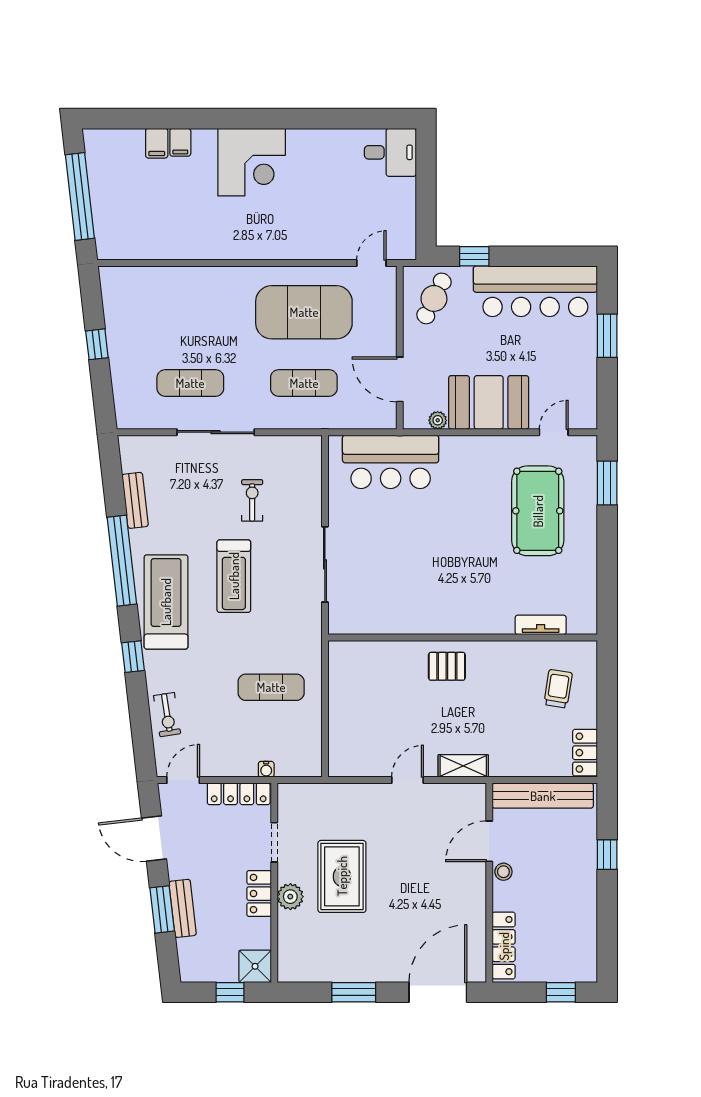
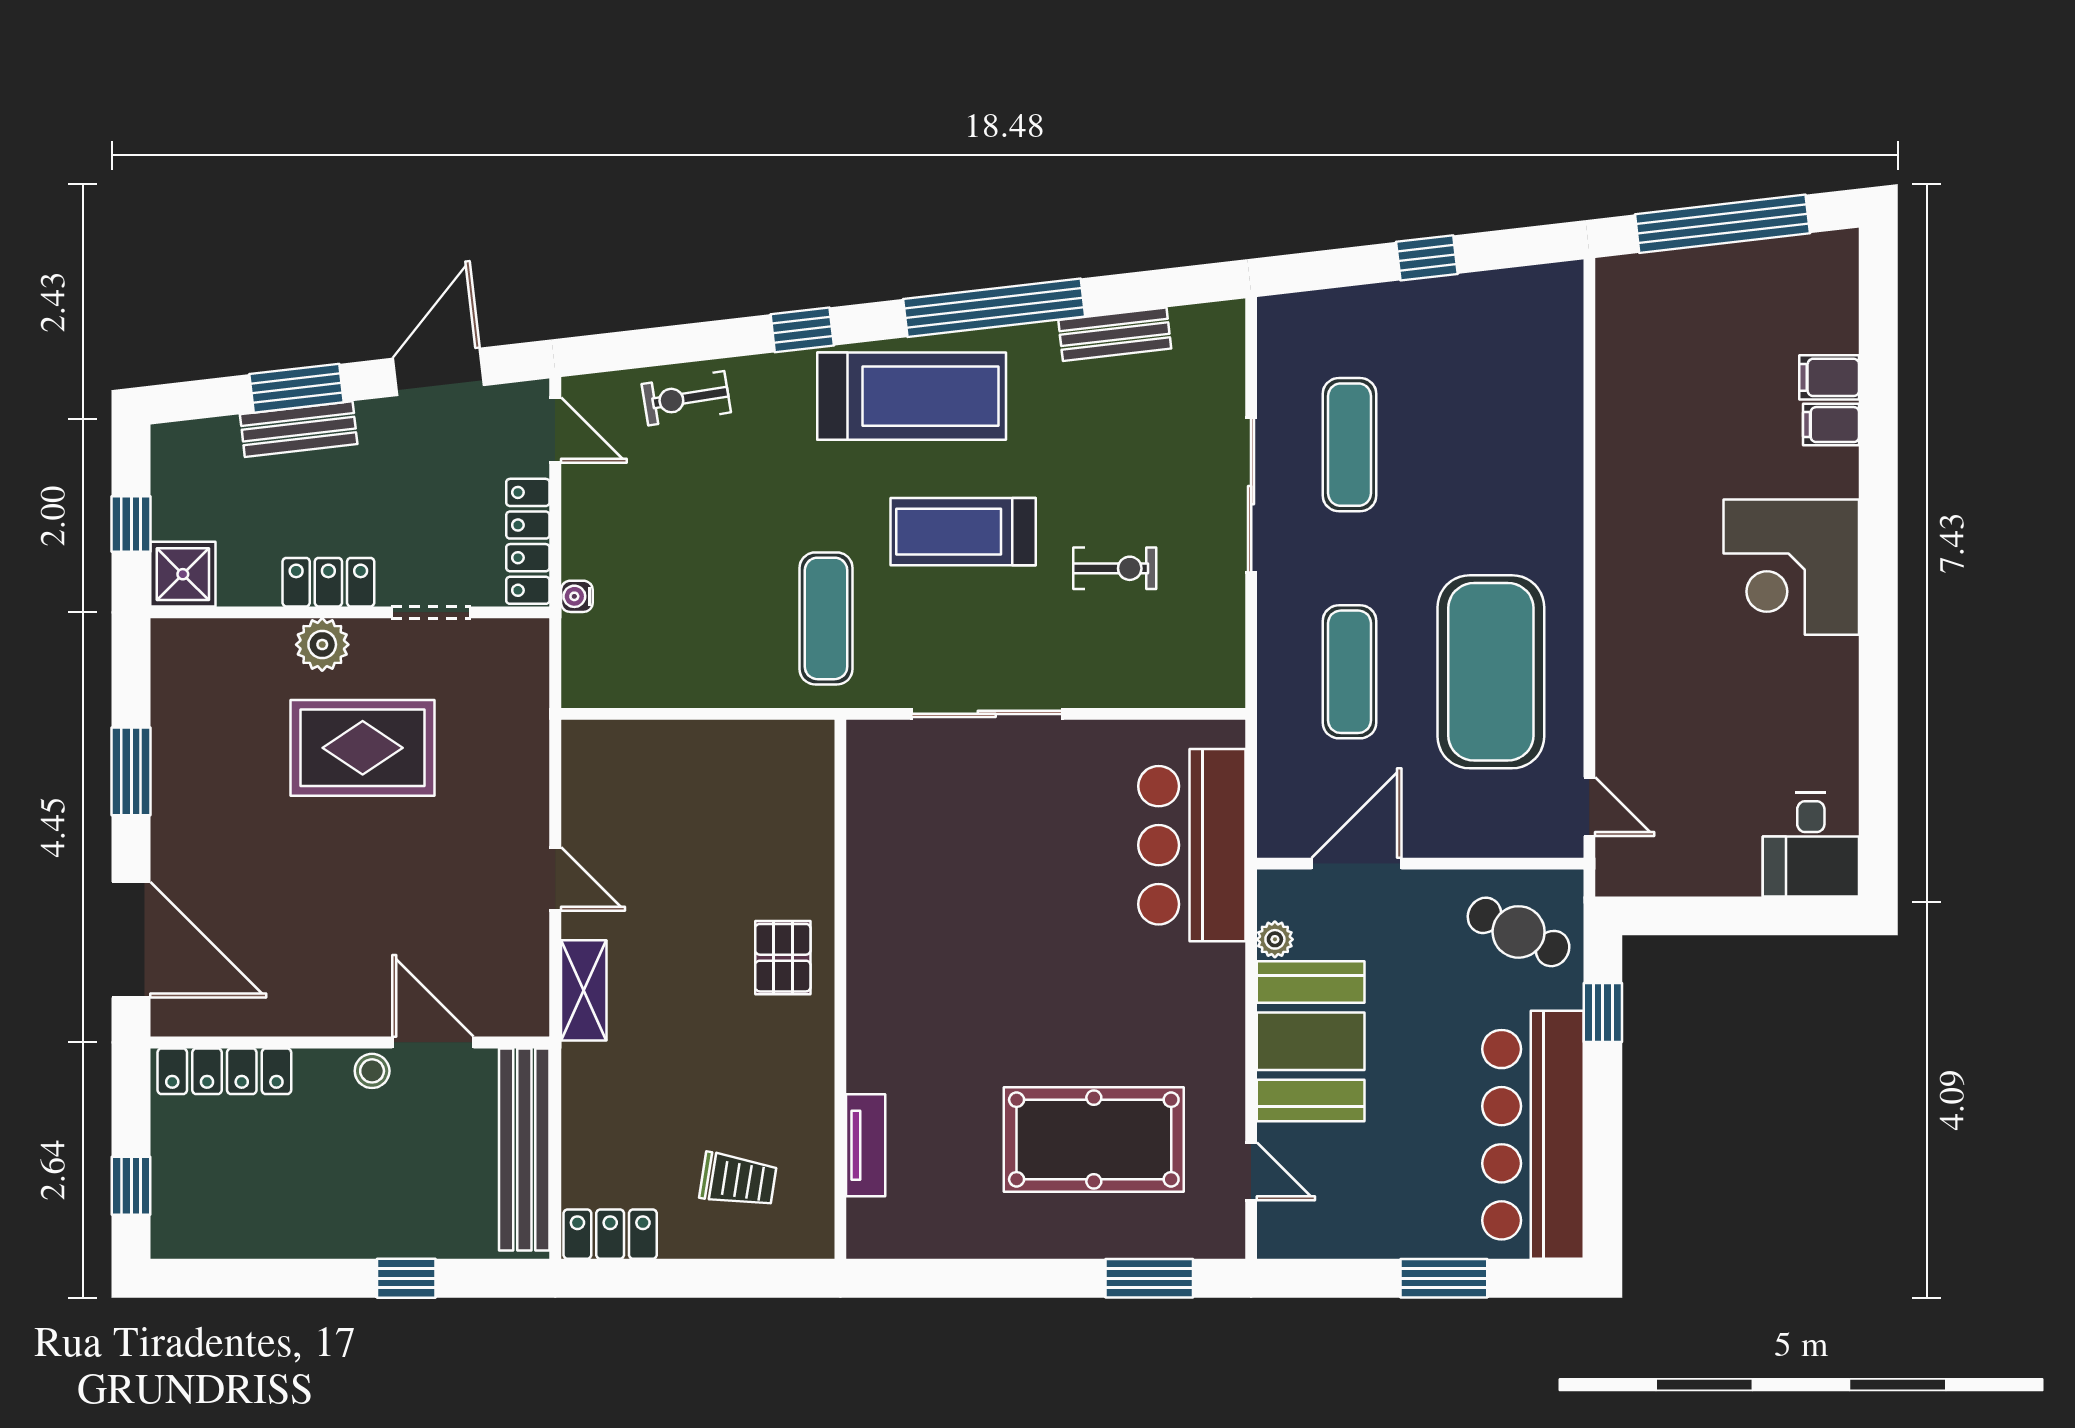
exercise mat: (271, 687) -> (826, 618), moved

